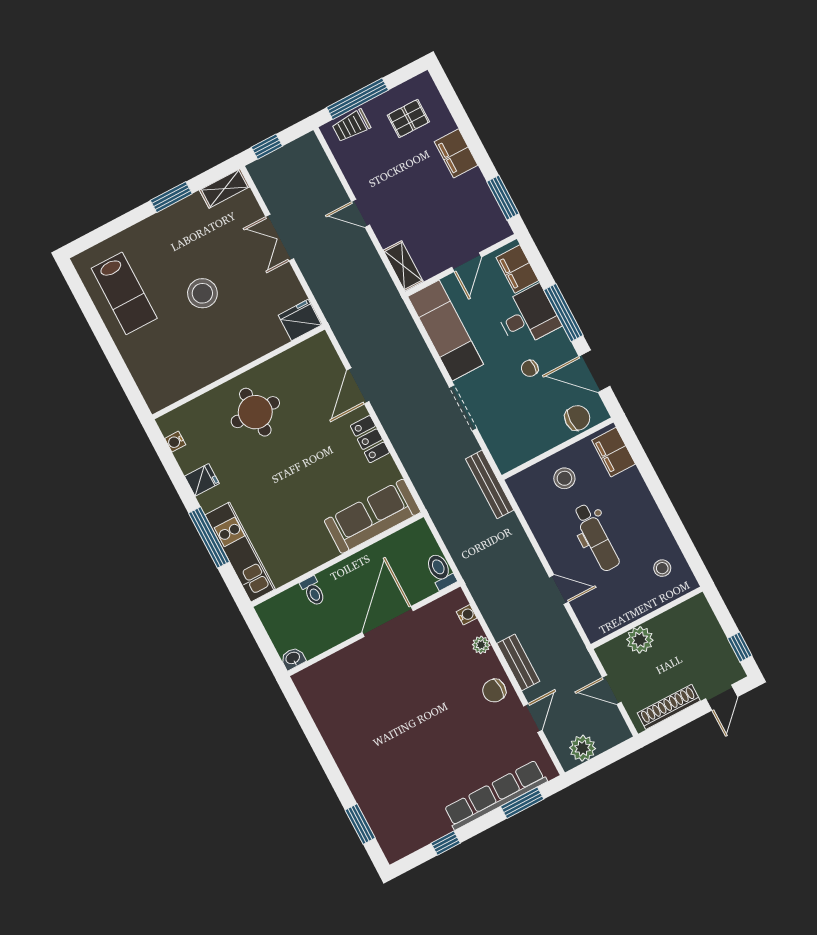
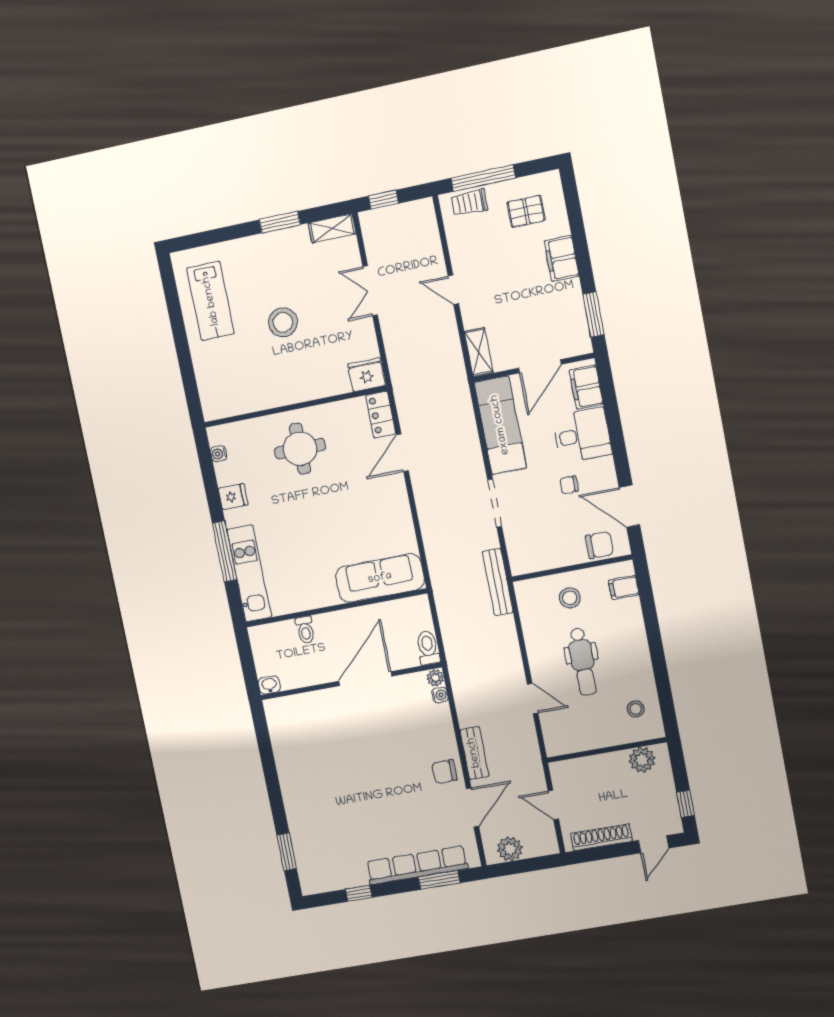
door: (467, 262) -> (540, 366), width x1.38
window: (563, 313) -> (617, 442), removed
locker: (370, 439) -> (381, 415), moved
filing cabinet: (614, 452) -> (624, 588), width x0.50
plant: (640, 640) -> (642, 760), moved
plant: (481, 645) -> (435, 678), moved
door: (533, 718) -> (472, 807), width x1.37

